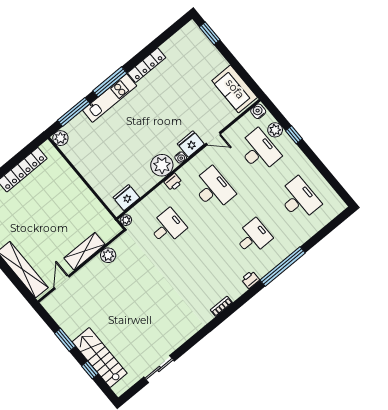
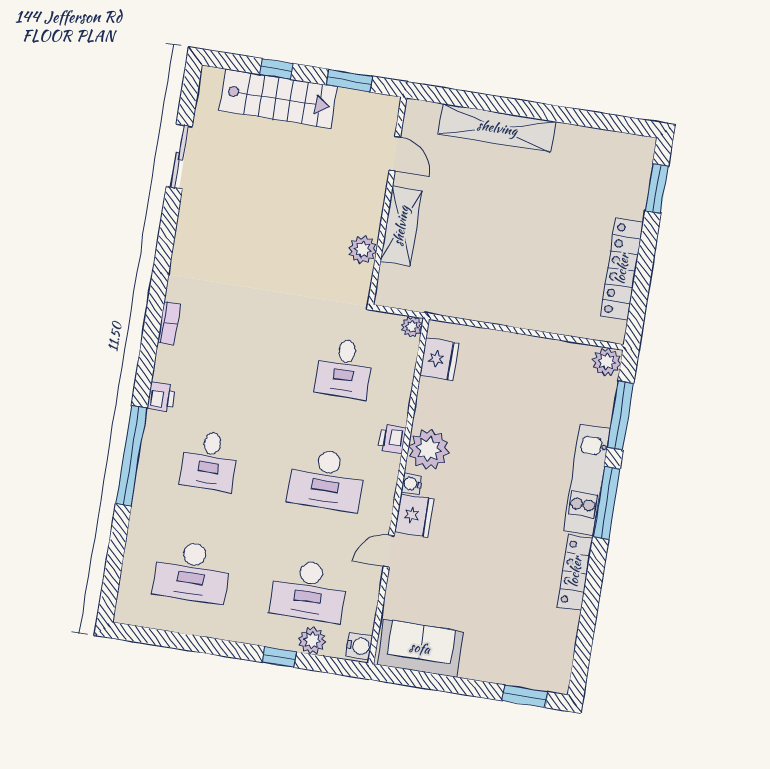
shelving: (84, 251) -> (401, 226), moved
plant: (108, 255) -> (363, 250), moved
wall: (81, 266) -> (387, 201), moved
door: (62, 282) -> (395, 154), moved

